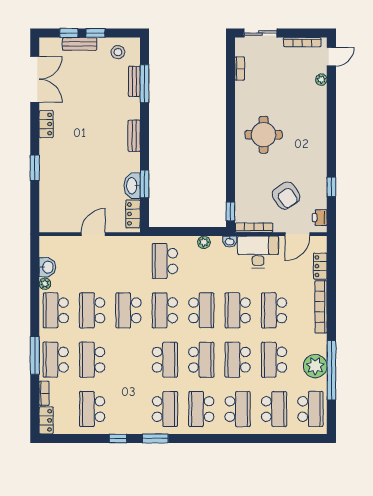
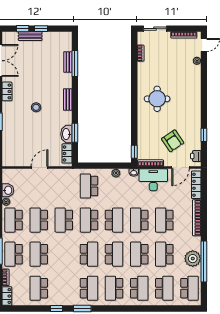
stool: (118, 52) -> (36, 107), moved
locker: (320, 266) -> (196, 185), width x1.53

